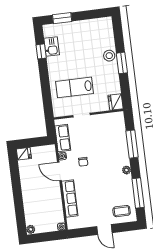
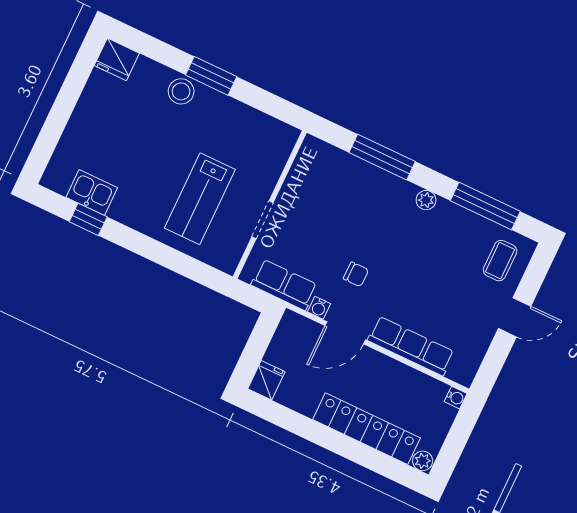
window: (62, 18) -> (49, 137), removed
fridge: (116, 102) -> (117, 59), moved
locker: (29, 201) -> (366, 429), added

